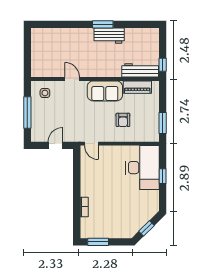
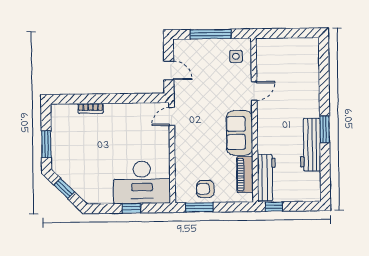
workbench: (109, 36) -> (310, 145), width x1.38
armchair: (123, 120) -> (205, 189), moved
window: (98, 242) -> (46, 144), moved

